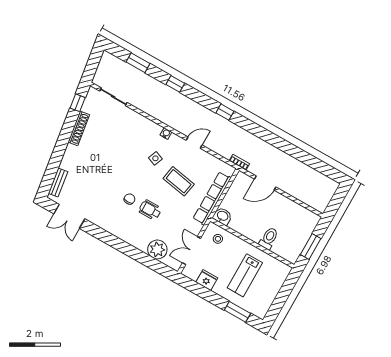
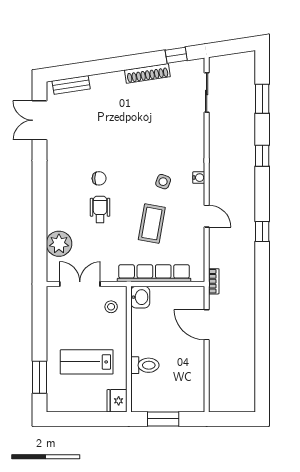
fridge: (207, 280) -> (117, 401), moved, turned 180

